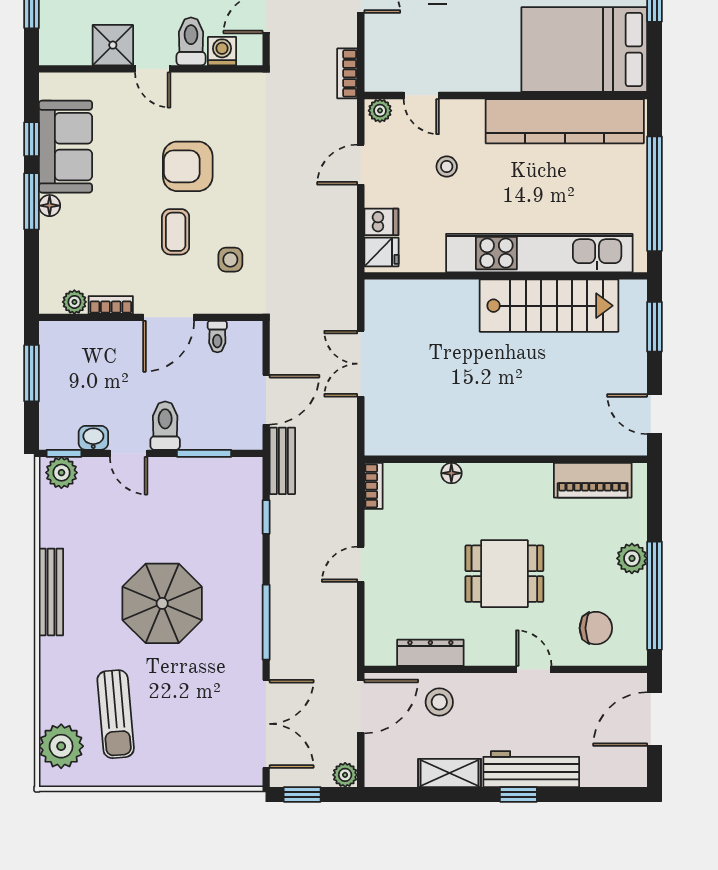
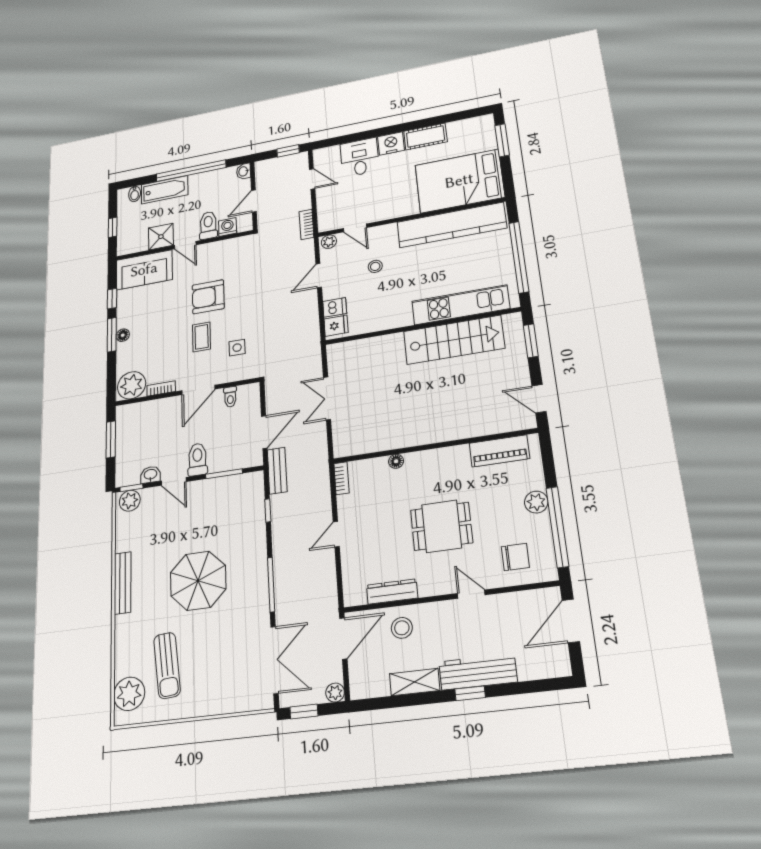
sofa: (65, 147) -> (144, 270), moved, turned 90
kitchen unit: (539, 253) -> (461, 305), width x0.73
plant: (74, 302) -> (132, 385), width x1.88, depth x1.88

